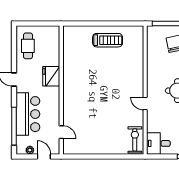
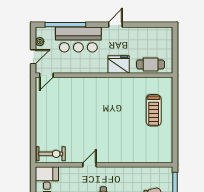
treadmill: (108, 40) -> (154, 110), moved
cafe table: (28, 46) -> (151, 64), moved
door: (61, 132) -> (46, 75), moved

